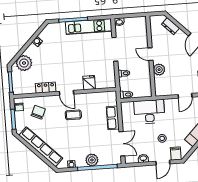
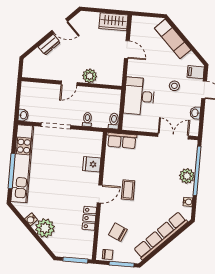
dresser: (171, 26) -> (49, 45), moved
kitchen unit: (89, 27) -> (22, 164), width x1.36
plant: (24, 63) -> (45, 228), moved
row of seats: (113, 118) -> (122, 141), moved

